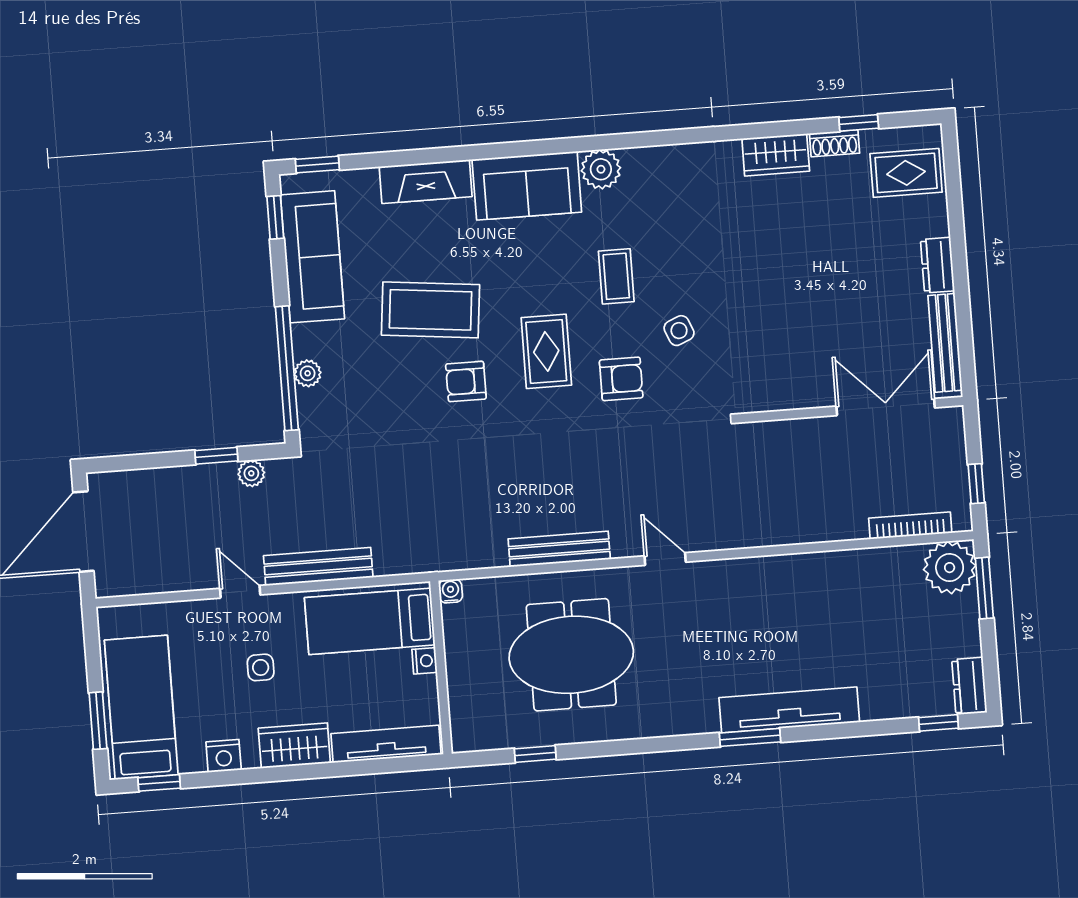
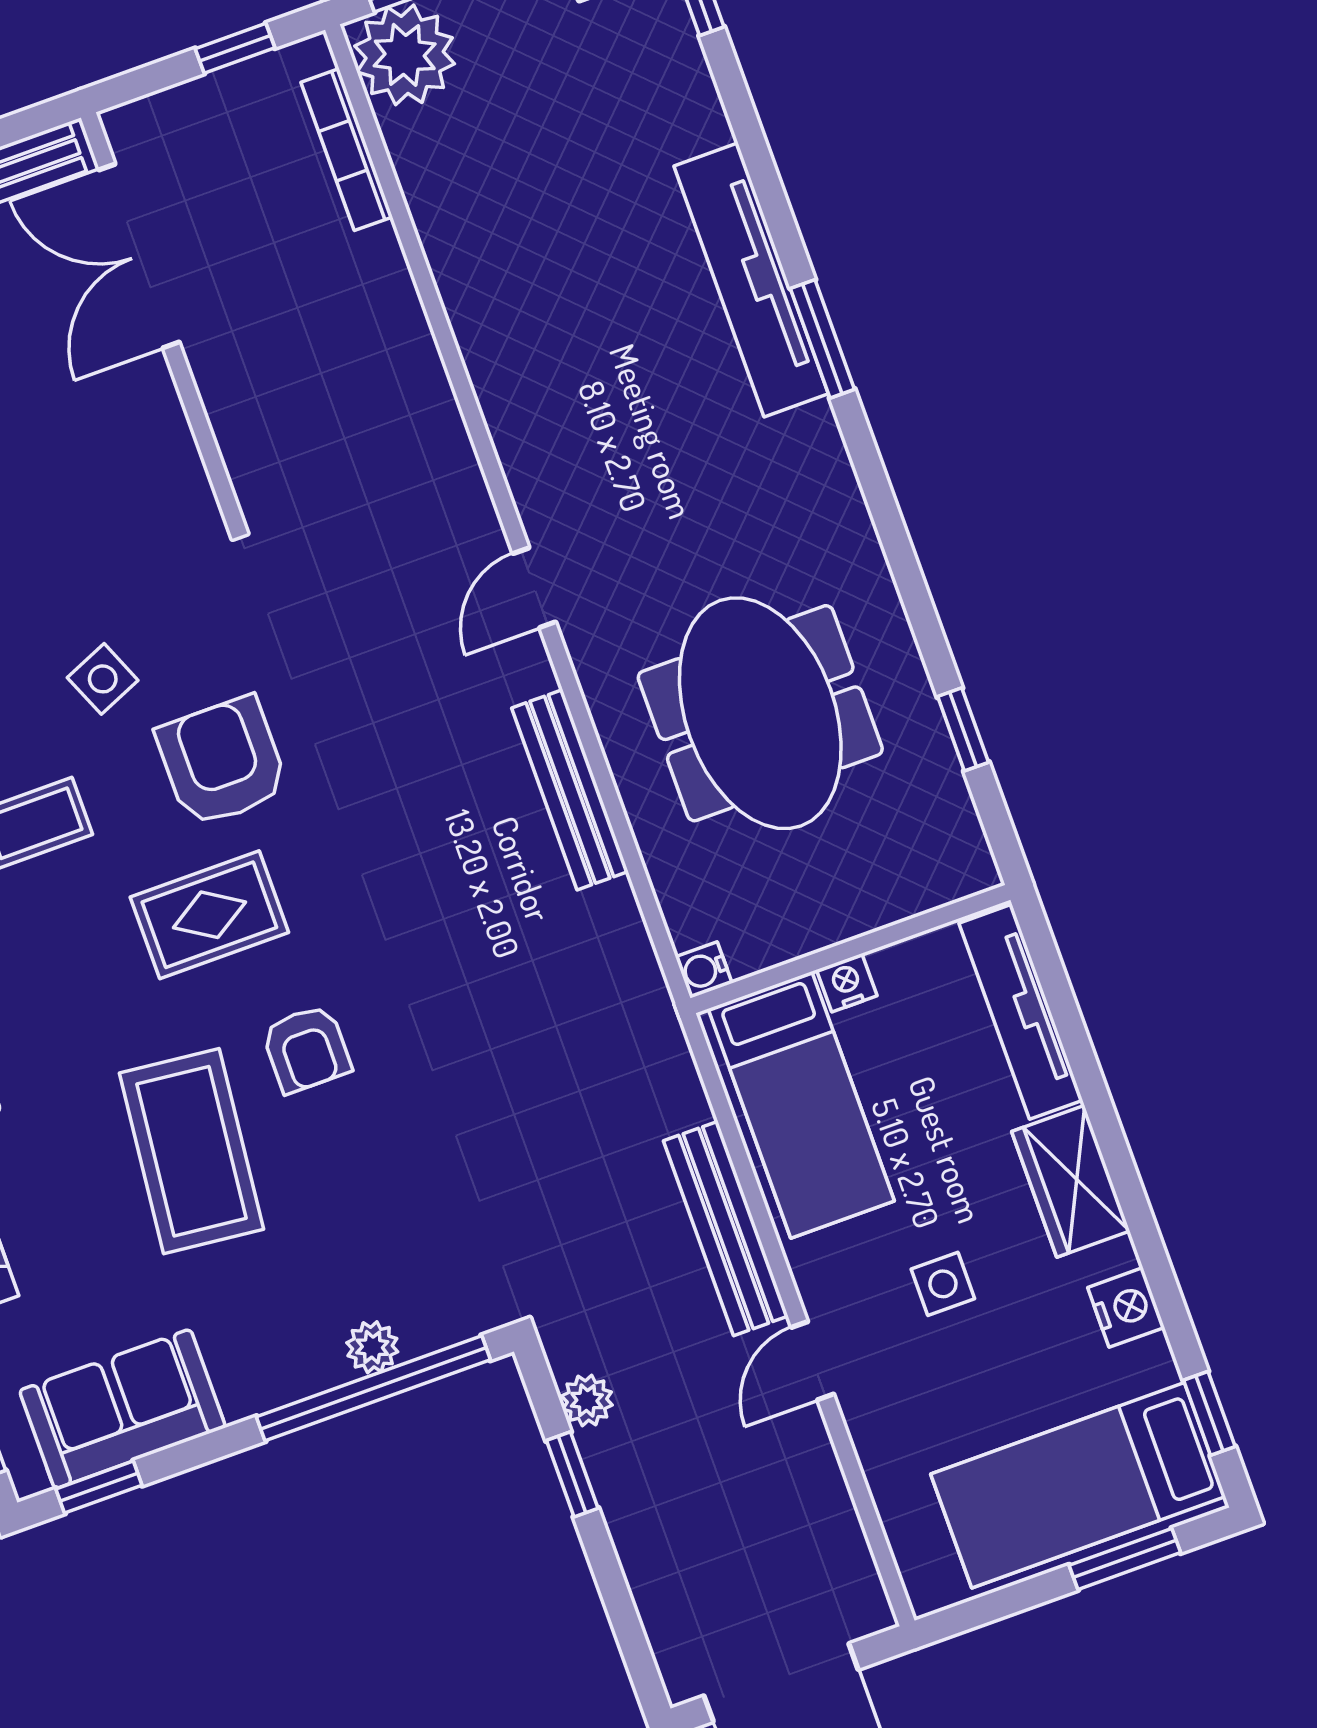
sofa: (312, 257) -> (122, 1409), width x0.73
armchair: (621, 379) -> (222, 762), width x1.38, depth x1.38

